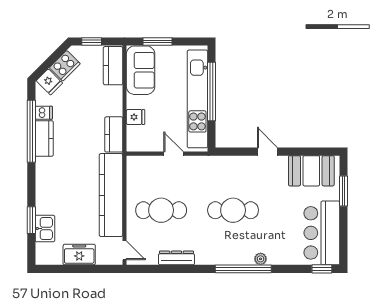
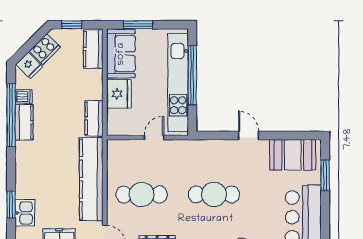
fridge: (136, 117) -> (119, 94), width x1.88, depth x1.34
door: (174, 154) -> (154, 138), hinge flipped

